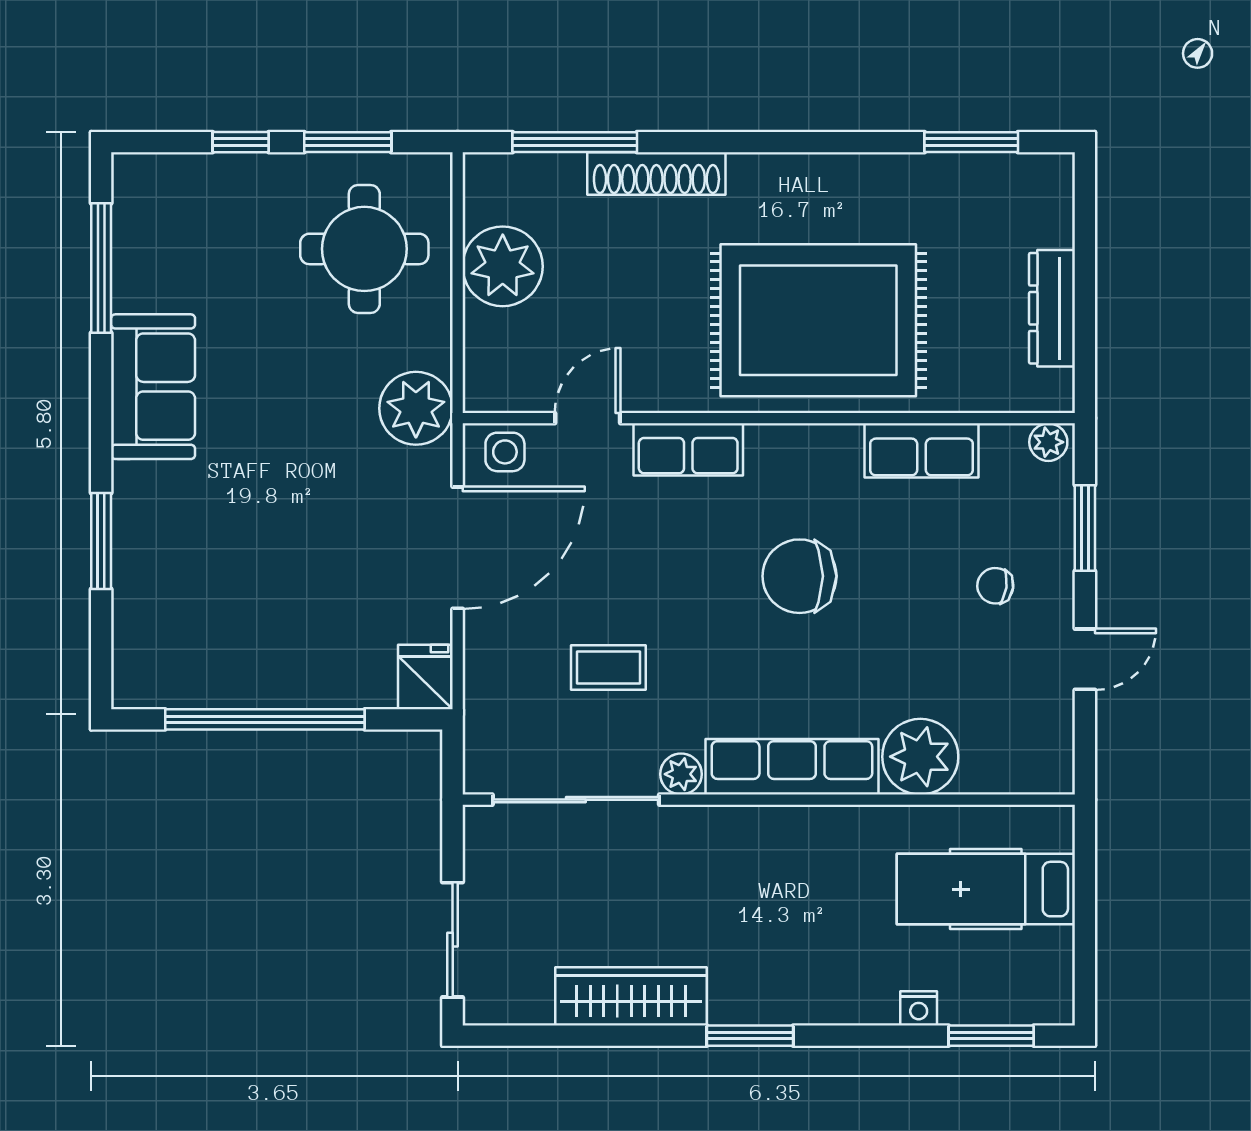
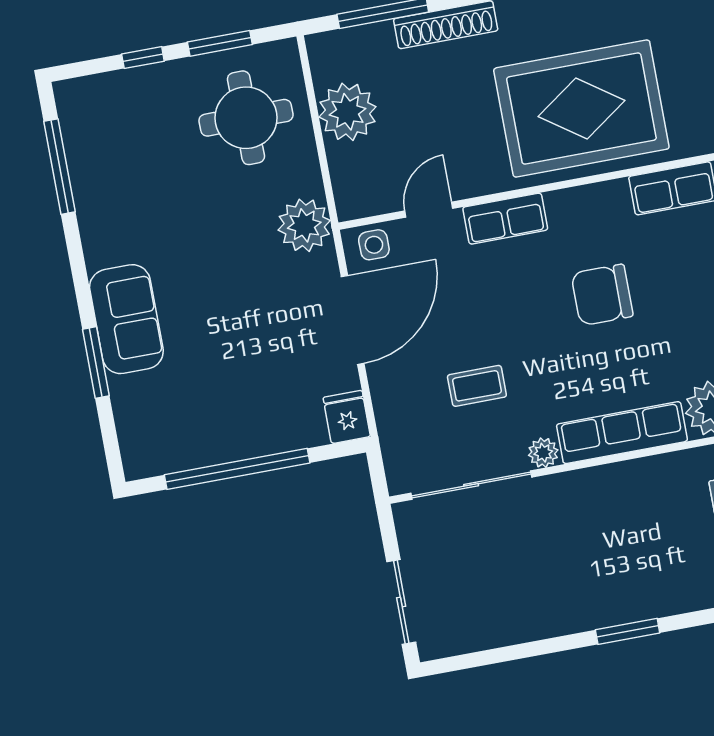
sofa: (153, 387) -> (126, 319), moved
wardrobe: (631, 996) -> (537, 619), removed

